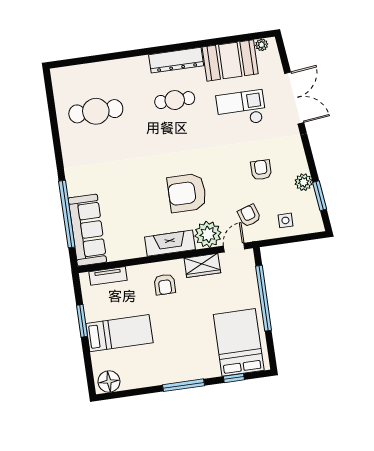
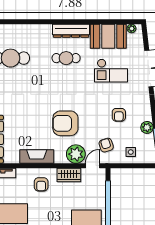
checkout: (241, 109) -> (111, 71), turned 180
armchair: (261, 170) -> (119, 115), turned 180
fireplace: (170, 243) -> (37, 156), moved

